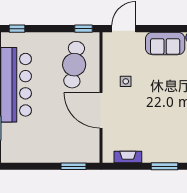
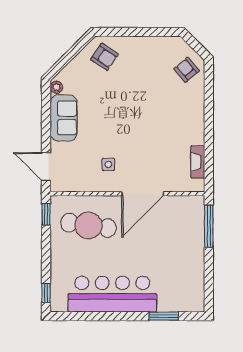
window: (73, 166) -> (209, 226), width x1.44
window: (164, 166) -> (209, 119), removed

